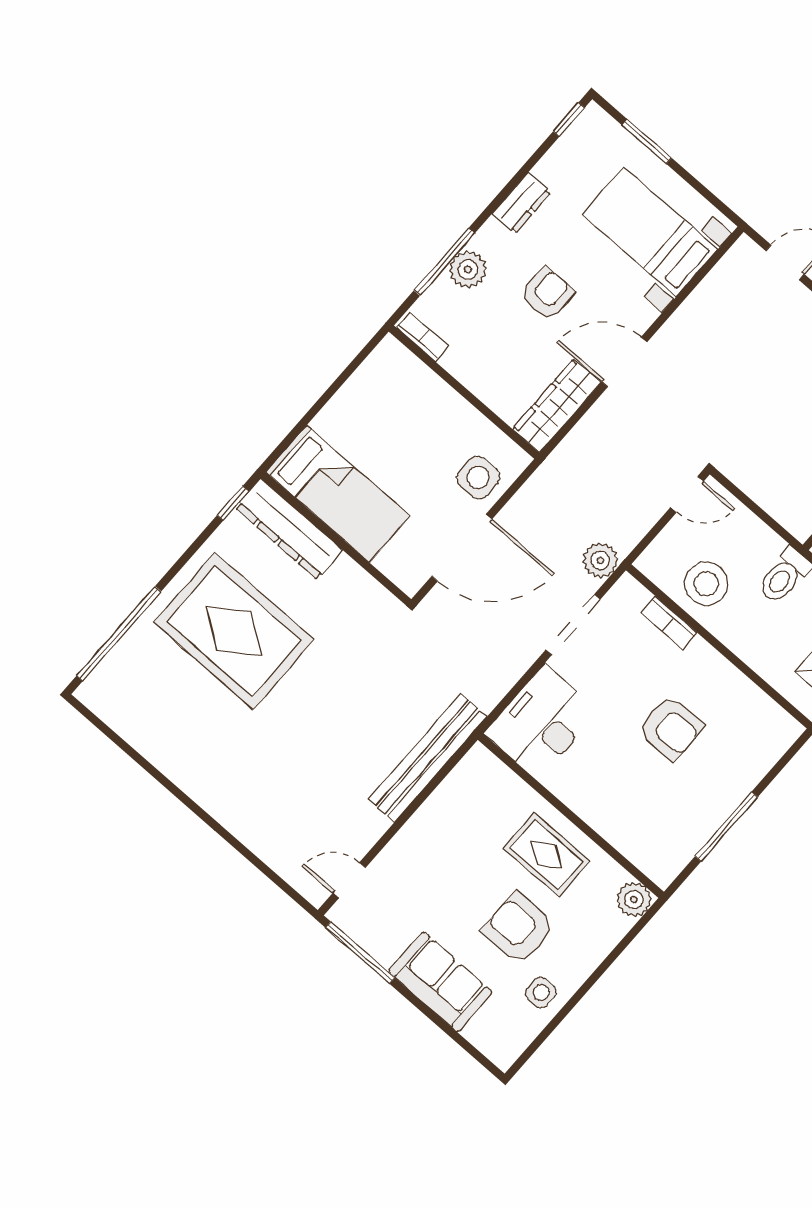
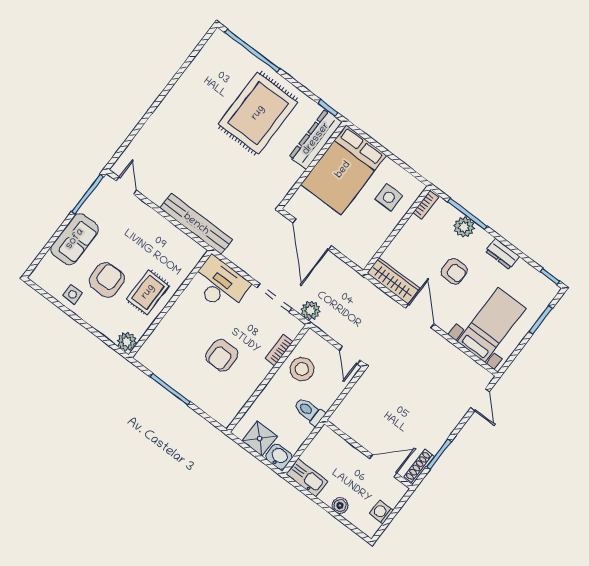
side table: (478, 478) -> (389, 197), moved
bed: (338, 494) -> (343, 170), width x1.50

